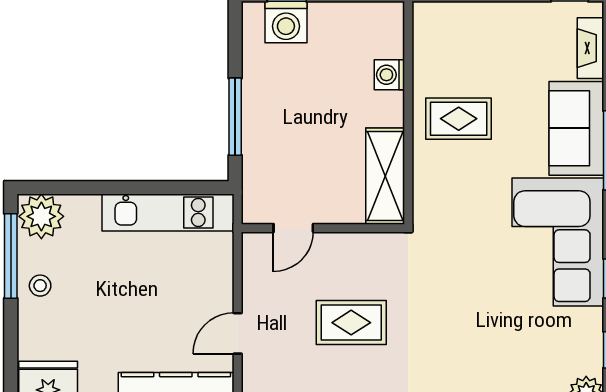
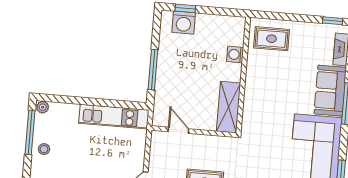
rug: (459, 119) -> (271, 39), moved
plant: (41, 216) -> (43, 107), width x0.53, depth x0.53
door: (293, 228) -> (178, 130), swing flipped

